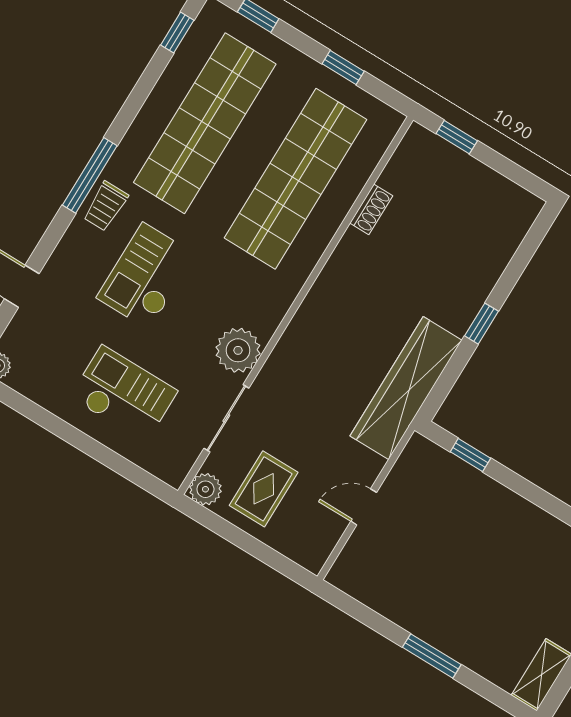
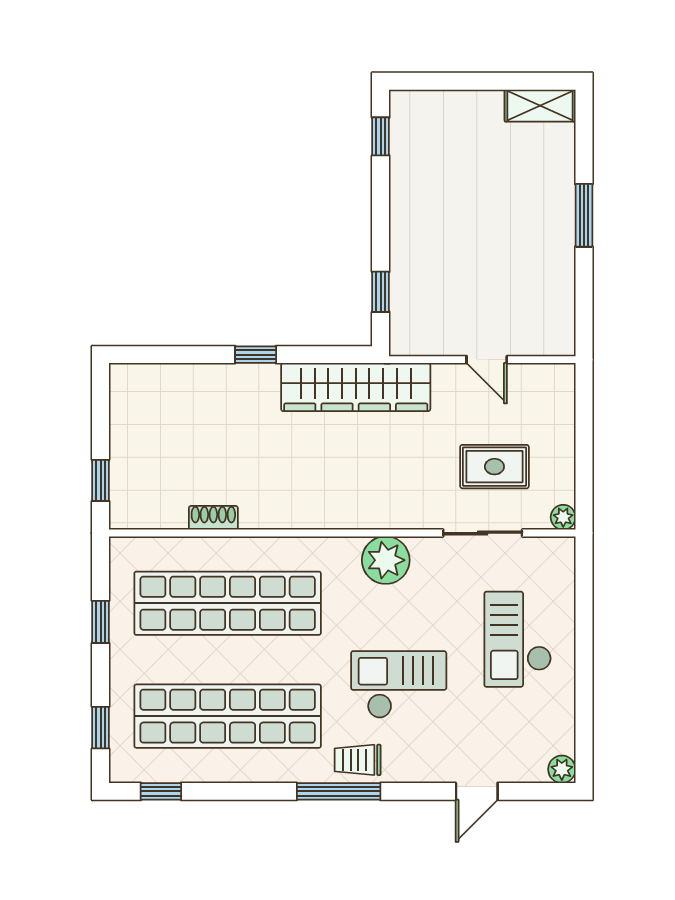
trolley: (106, 206) -> (358, 760), turned 180
checkout: (146, 276) -> (399, 685), turned 180
plant: (238, 350) -> (386, 560), moved
plant: (205, 489) -> (563, 517), width x0.73, depth x0.73
rug: (264, 489) -> (494, 467), moved

